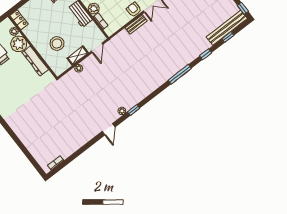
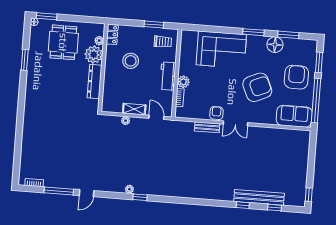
bench: (227, 28) -> (259, 197), moved
stool: (57, 44) -> (131, 61), moved
door: (97, 48) -> (156, 117), swing flipped
window: (180, 74) -> (59, 191), moved
door: (109, 129) -> (87, 193), moved

